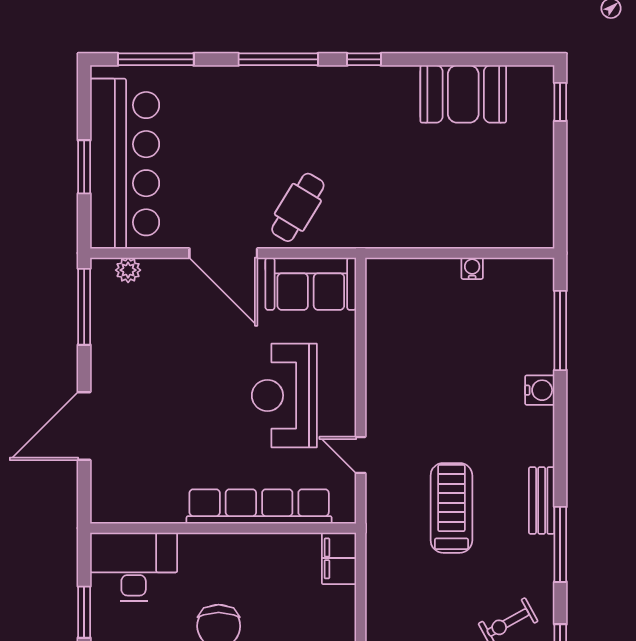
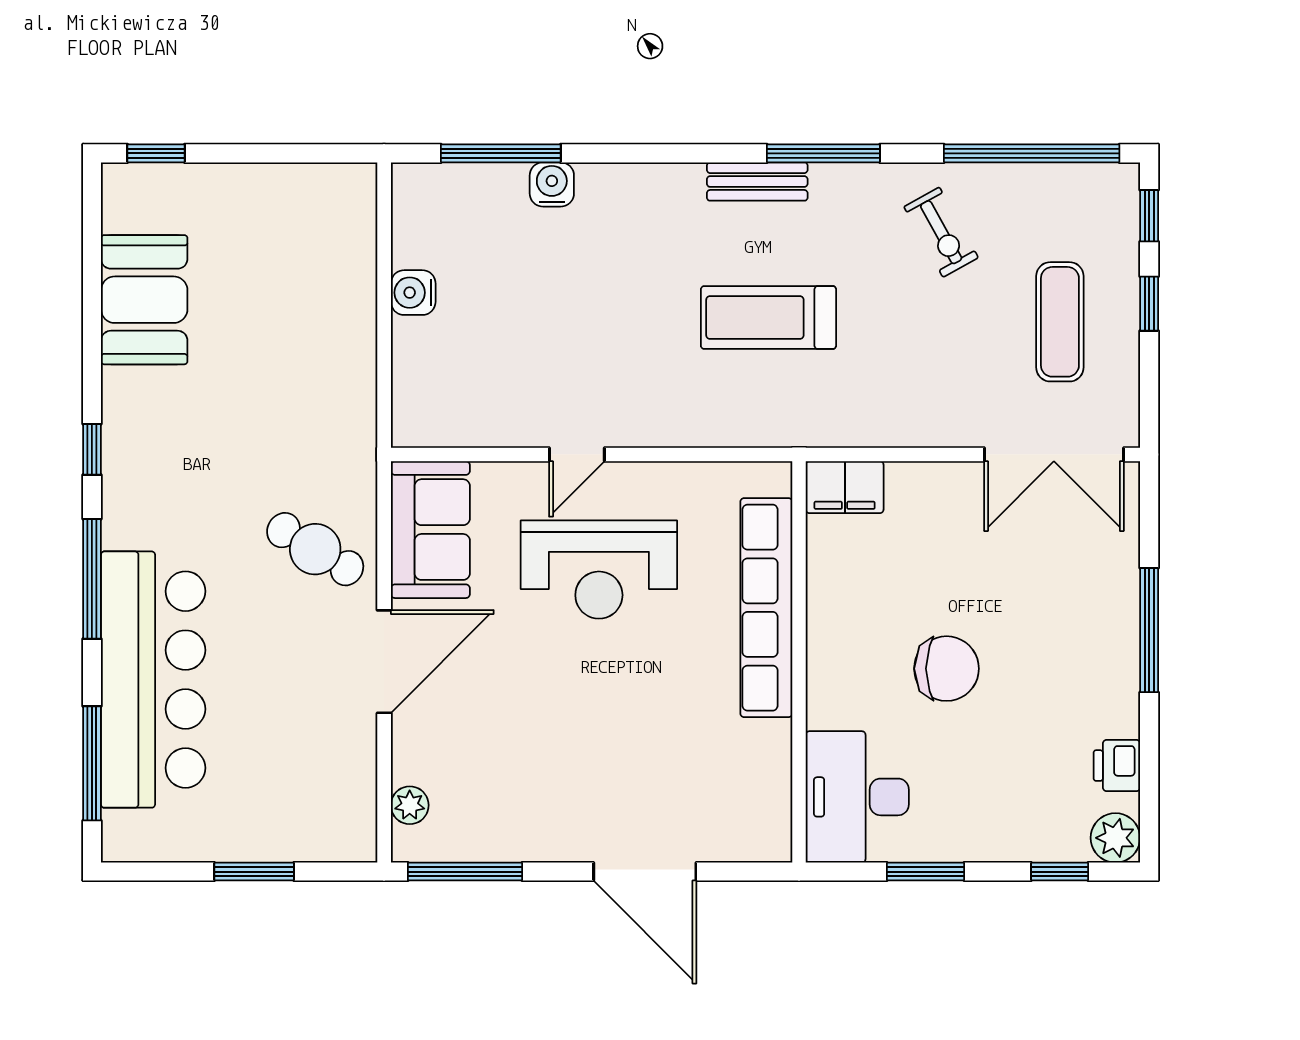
bar counter: (125, 164) -> (153, 680), moved, turned 90
water cooler: (472, 268) -> (413, 293), width x1.38, depth x1.38
water cooler: (540, 390) -> (552, 184), moved
door: (361, 455) -> (577, 454), moved

